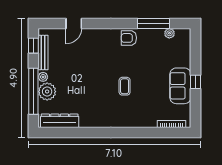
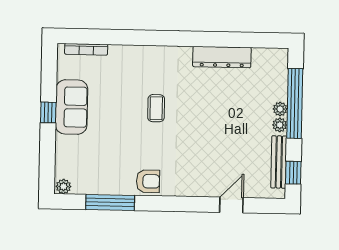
plant: (169, 33) -> (63, 187), moved
plant: (47, 92) -> (280, 109), width x0.53, depth x0.53
dresser: (60, 121) -> (222, 57), moved

